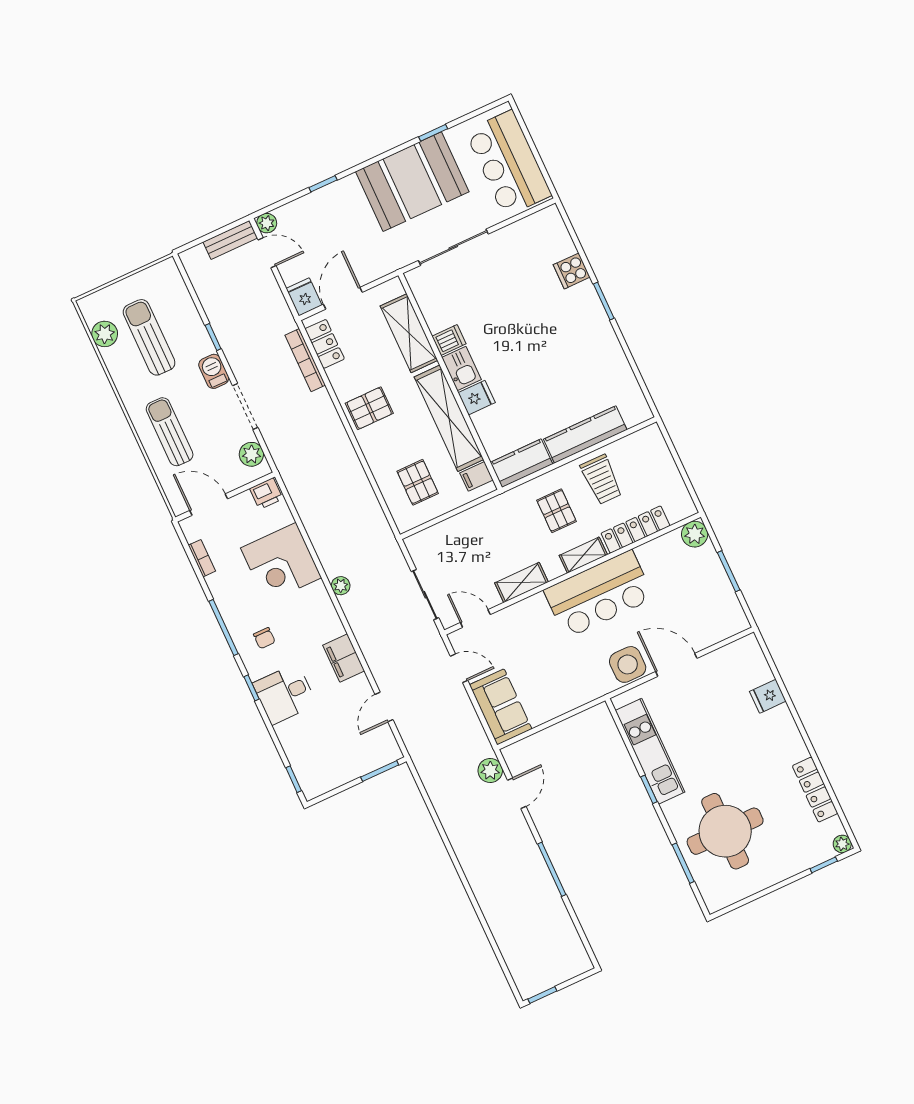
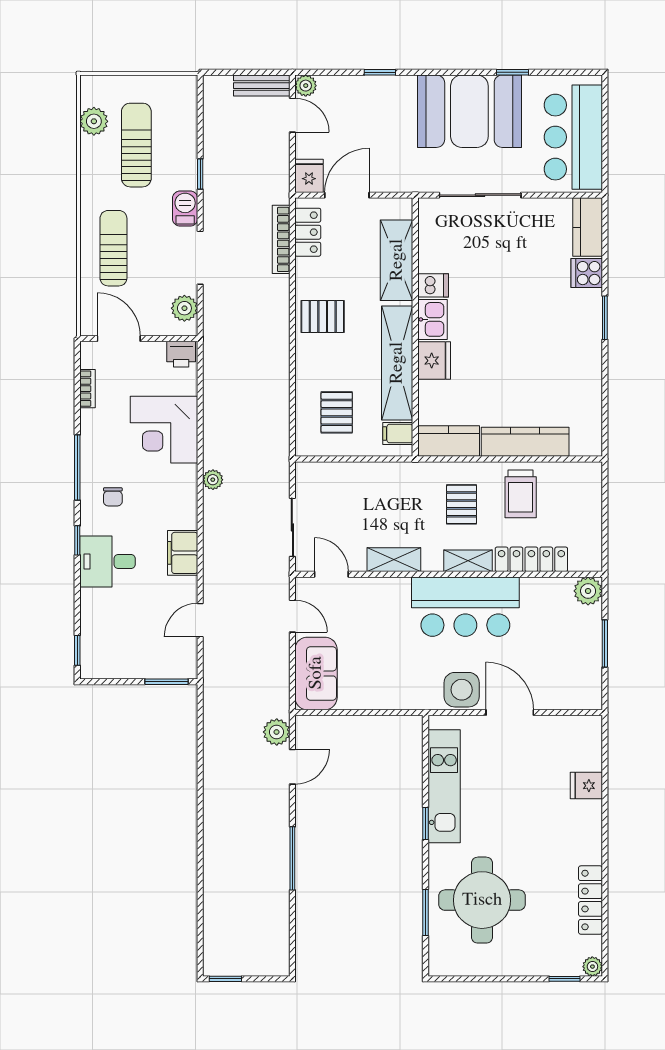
kitchen counter: (555, 232) -> (588, 227), added
fridge: (477, 398) -> (434, 361), width x1.38

